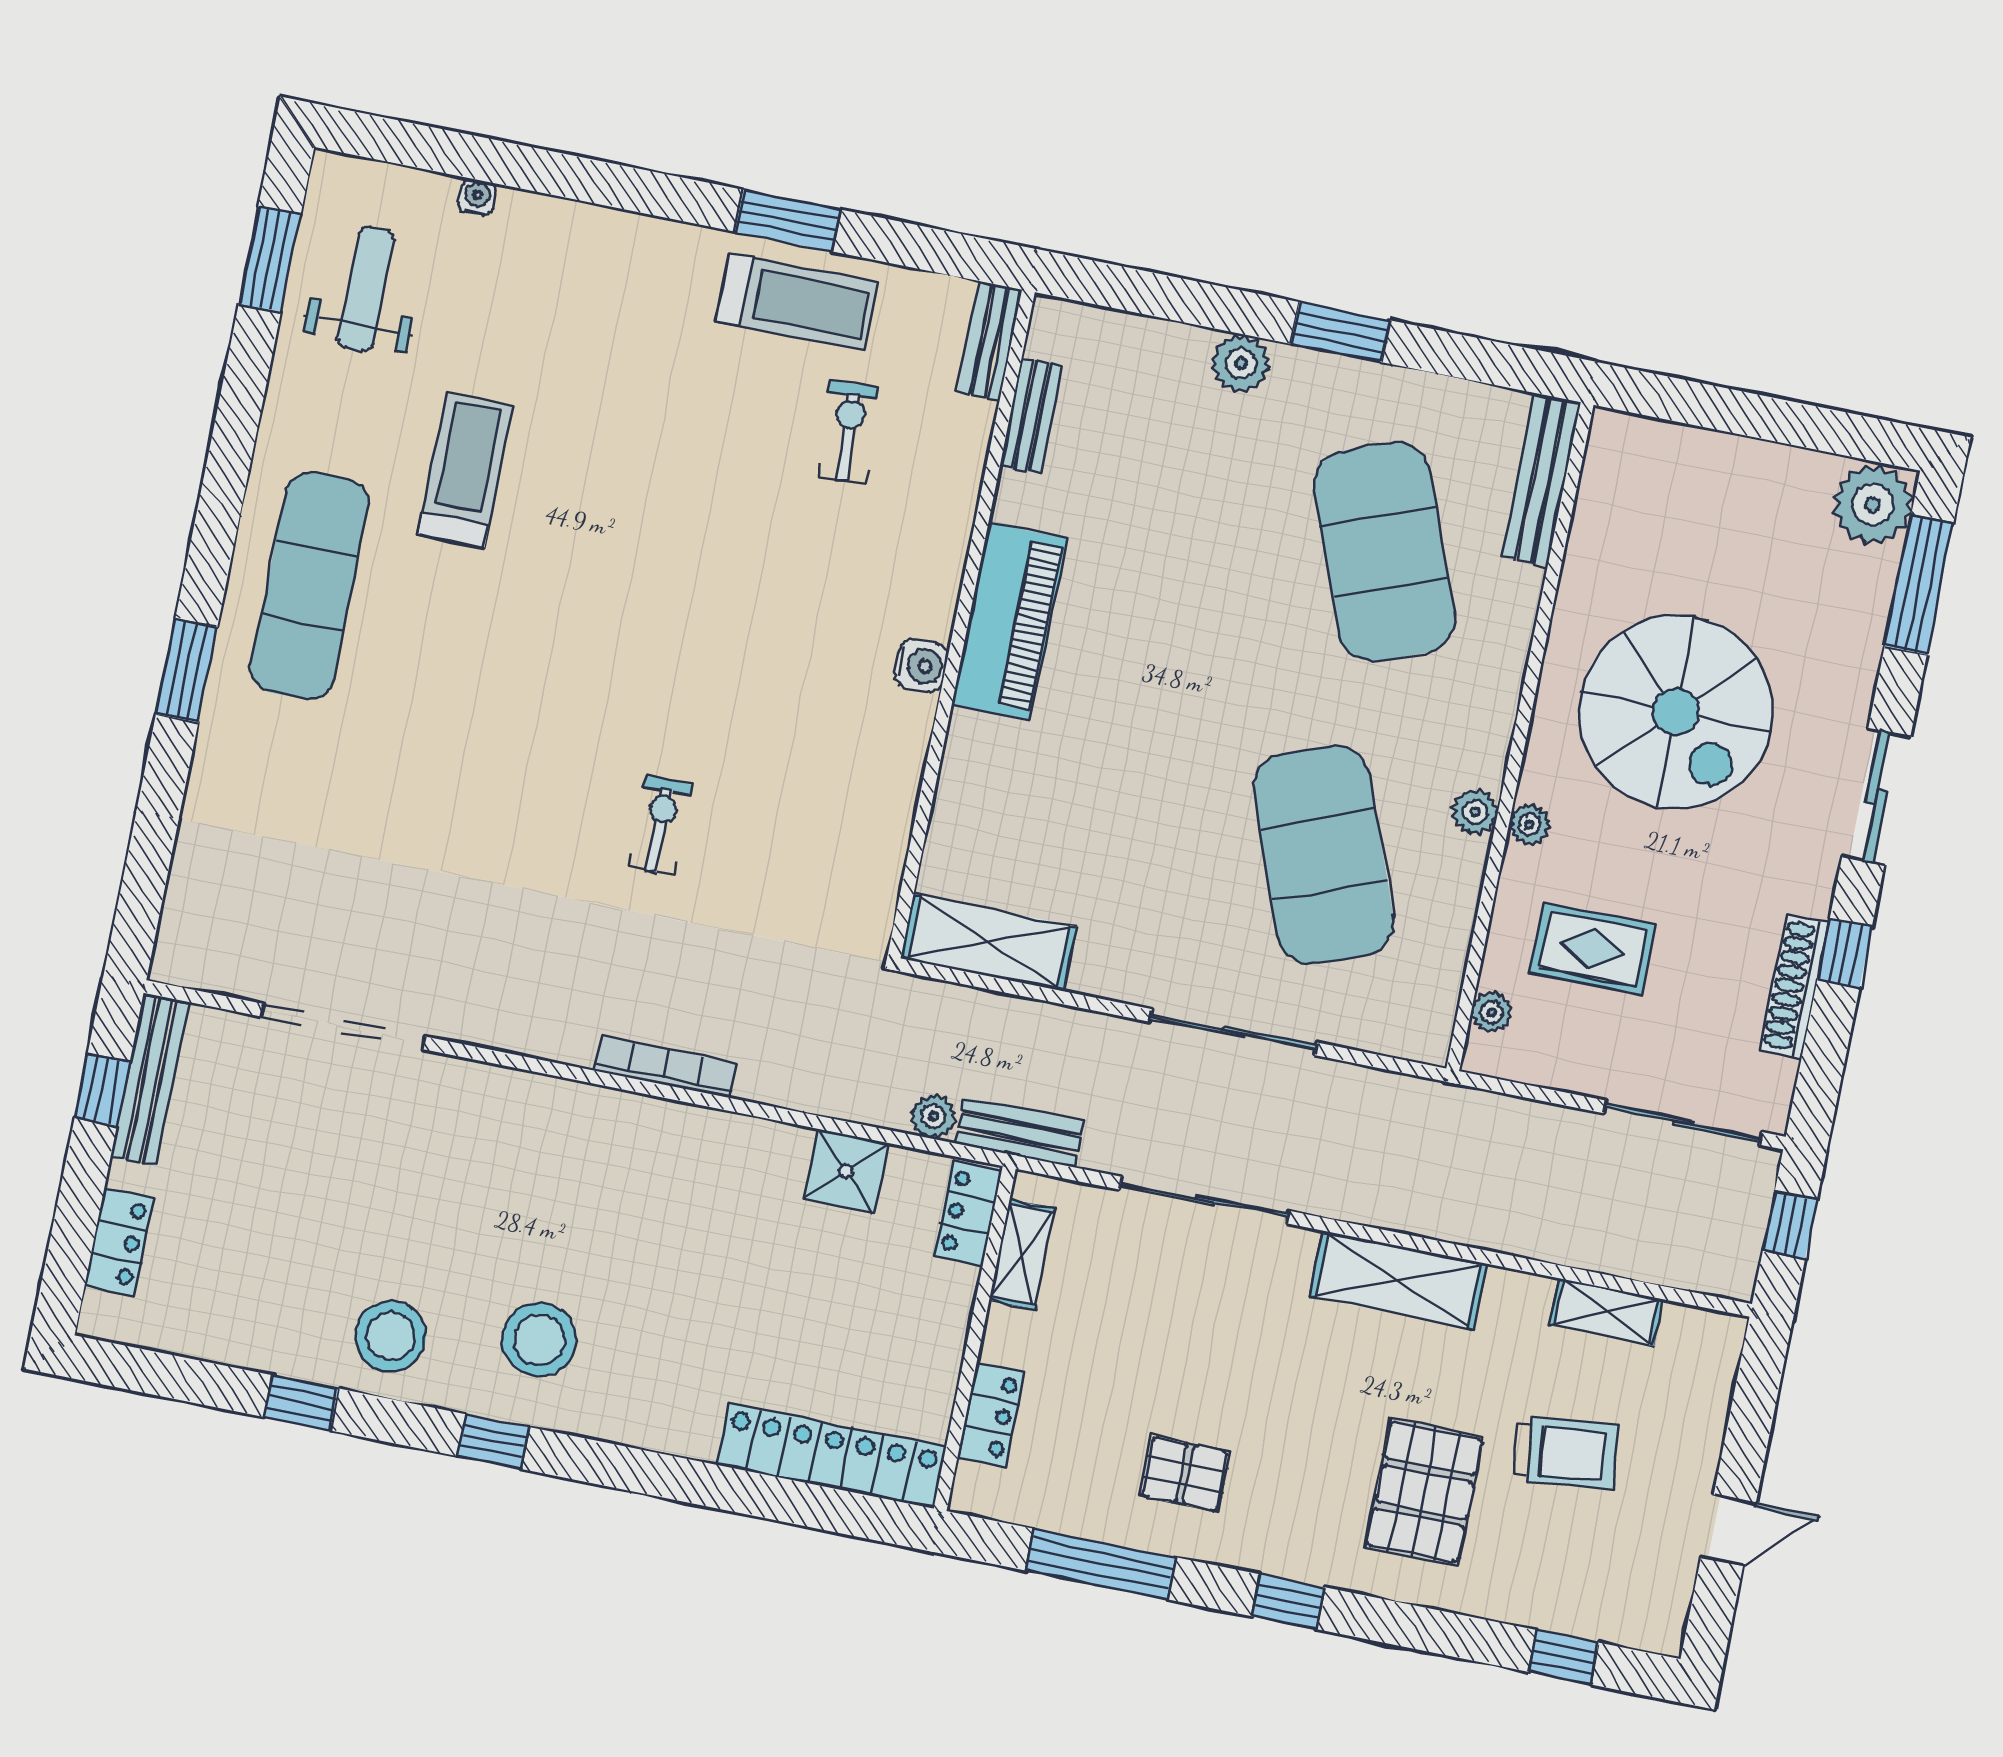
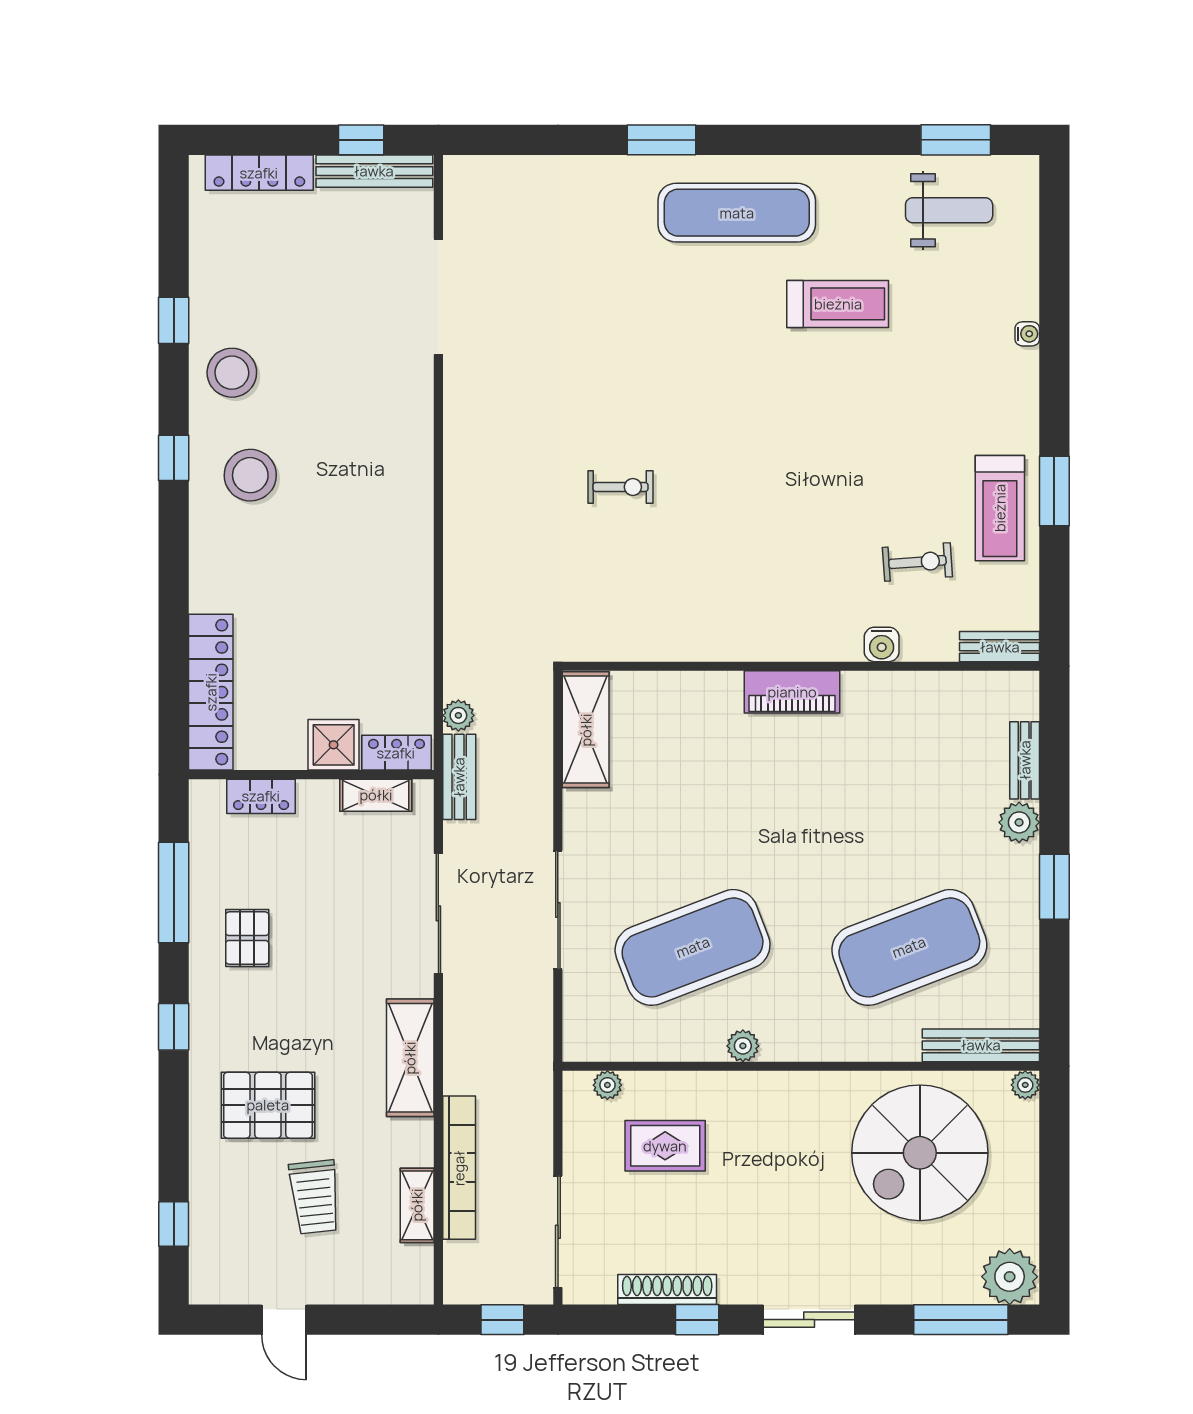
water cooler: (477, 197) -> (1027, 334), moved
bench: (1031, 416) -> (1025, 760), moved, turned 90
piano: (1009, 621) -> (792, 692), width x0.73, depth x0.75
water cooler: (921, 666) -> (882, 644), moved
spiral stairs: (1676, 712) -> (920, 1153), moved
plant: (1529, 825) -> (1025, 1085), moved
rug: (1593, 949) -> (665, 1146), turned 90
bookcase: (666, 1067) -> (459, 1168), moved, width x1.48, depth x1.31
shower: (846, 1171) -> (334, 745), moved
locker: (119, 1242) -> (259, 173), width x1.53

